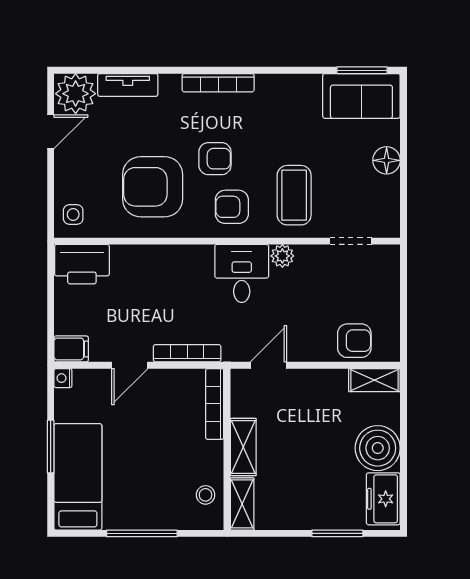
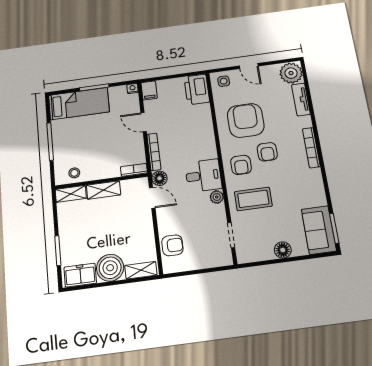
door: (51, 132) -> (249, 66), moved
armchair: (232, 207) -> (241, 165), turned 180
armchair: (354, 341) -> (172, 245), turned -90
floor lamp: (236, 349) -> (159, 178), added
shelving: (374, 380) -> (141, 270), moved, turned 90
bookcase: (215, 404) -> (134, 170), width x0.64

